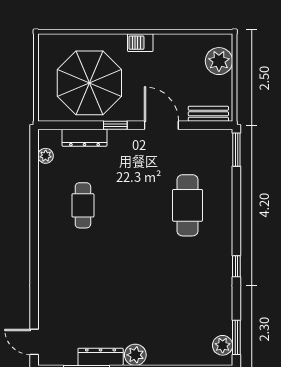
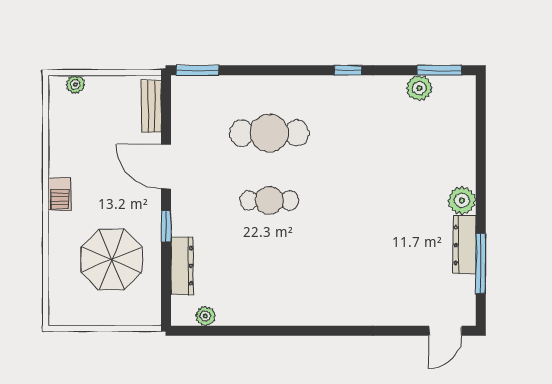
plant: (219, 61) -> (75, 84), width x0.53, depth x0.53
parasol: (89, 83) -> (112, 260), width x0.73, depth x0.73
door: (161, 125) -> (166, 167), hinge flipped
cafe table: (83, 205) -> (269, 200), moved
plant: (223, 345) -> (419, 88), moved

